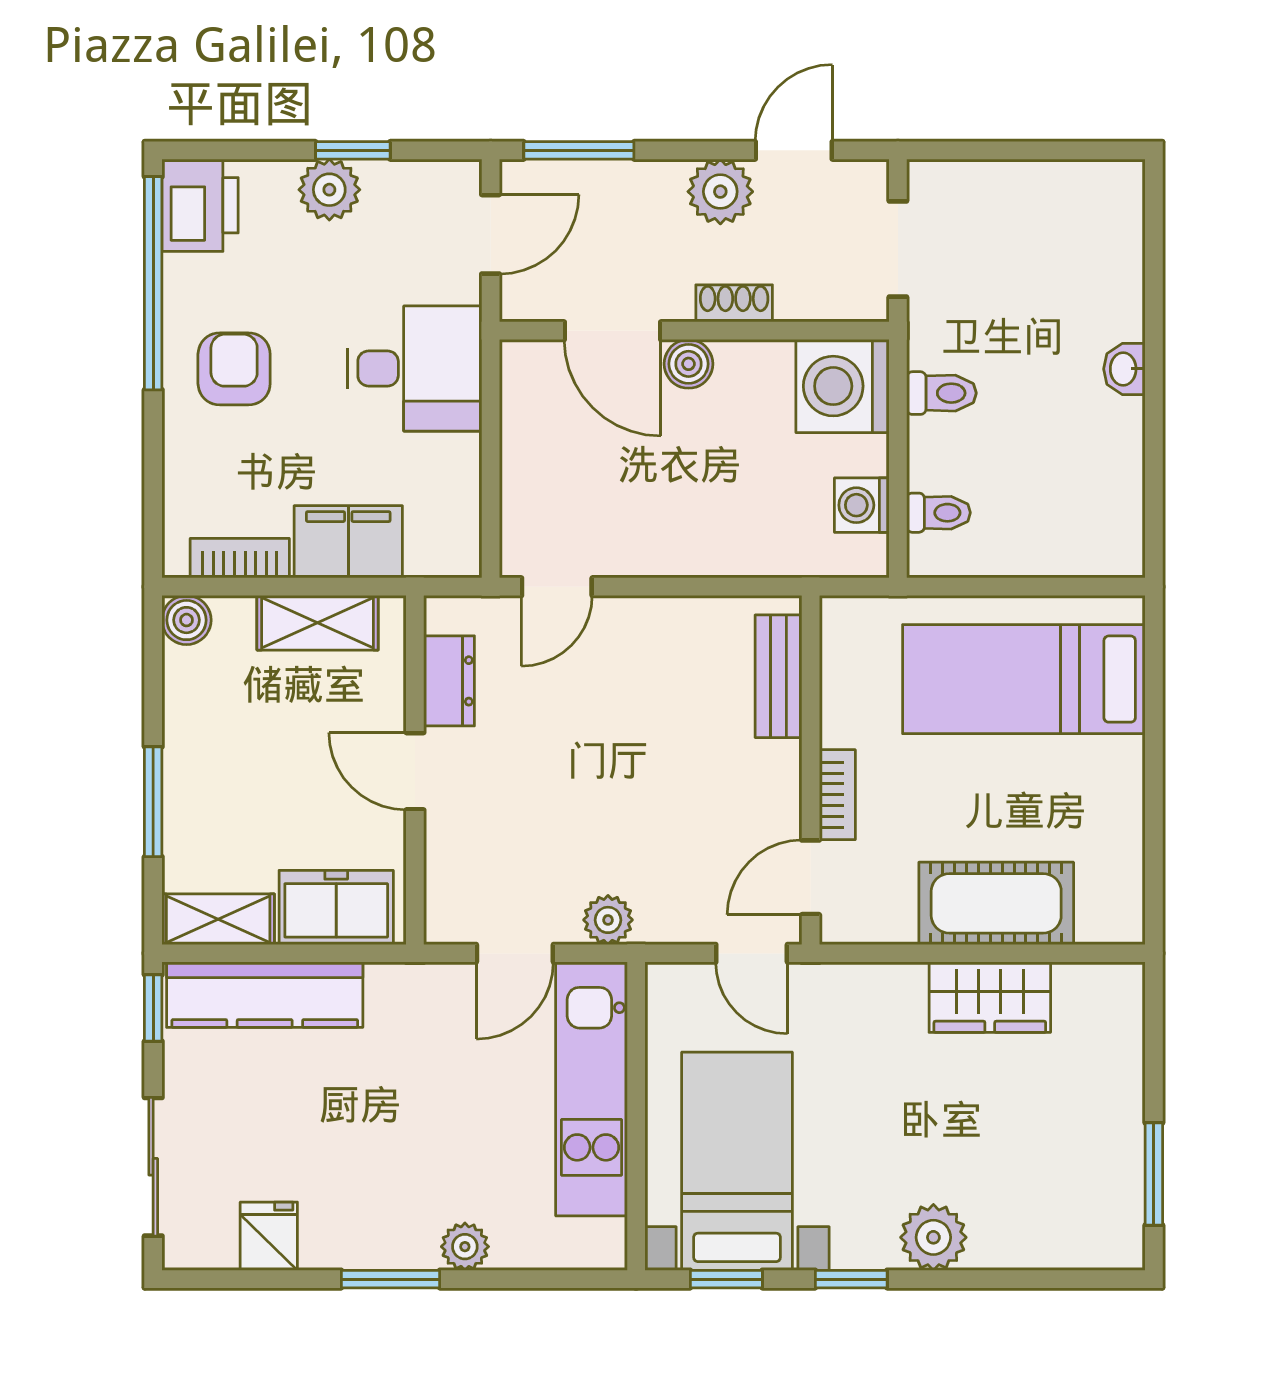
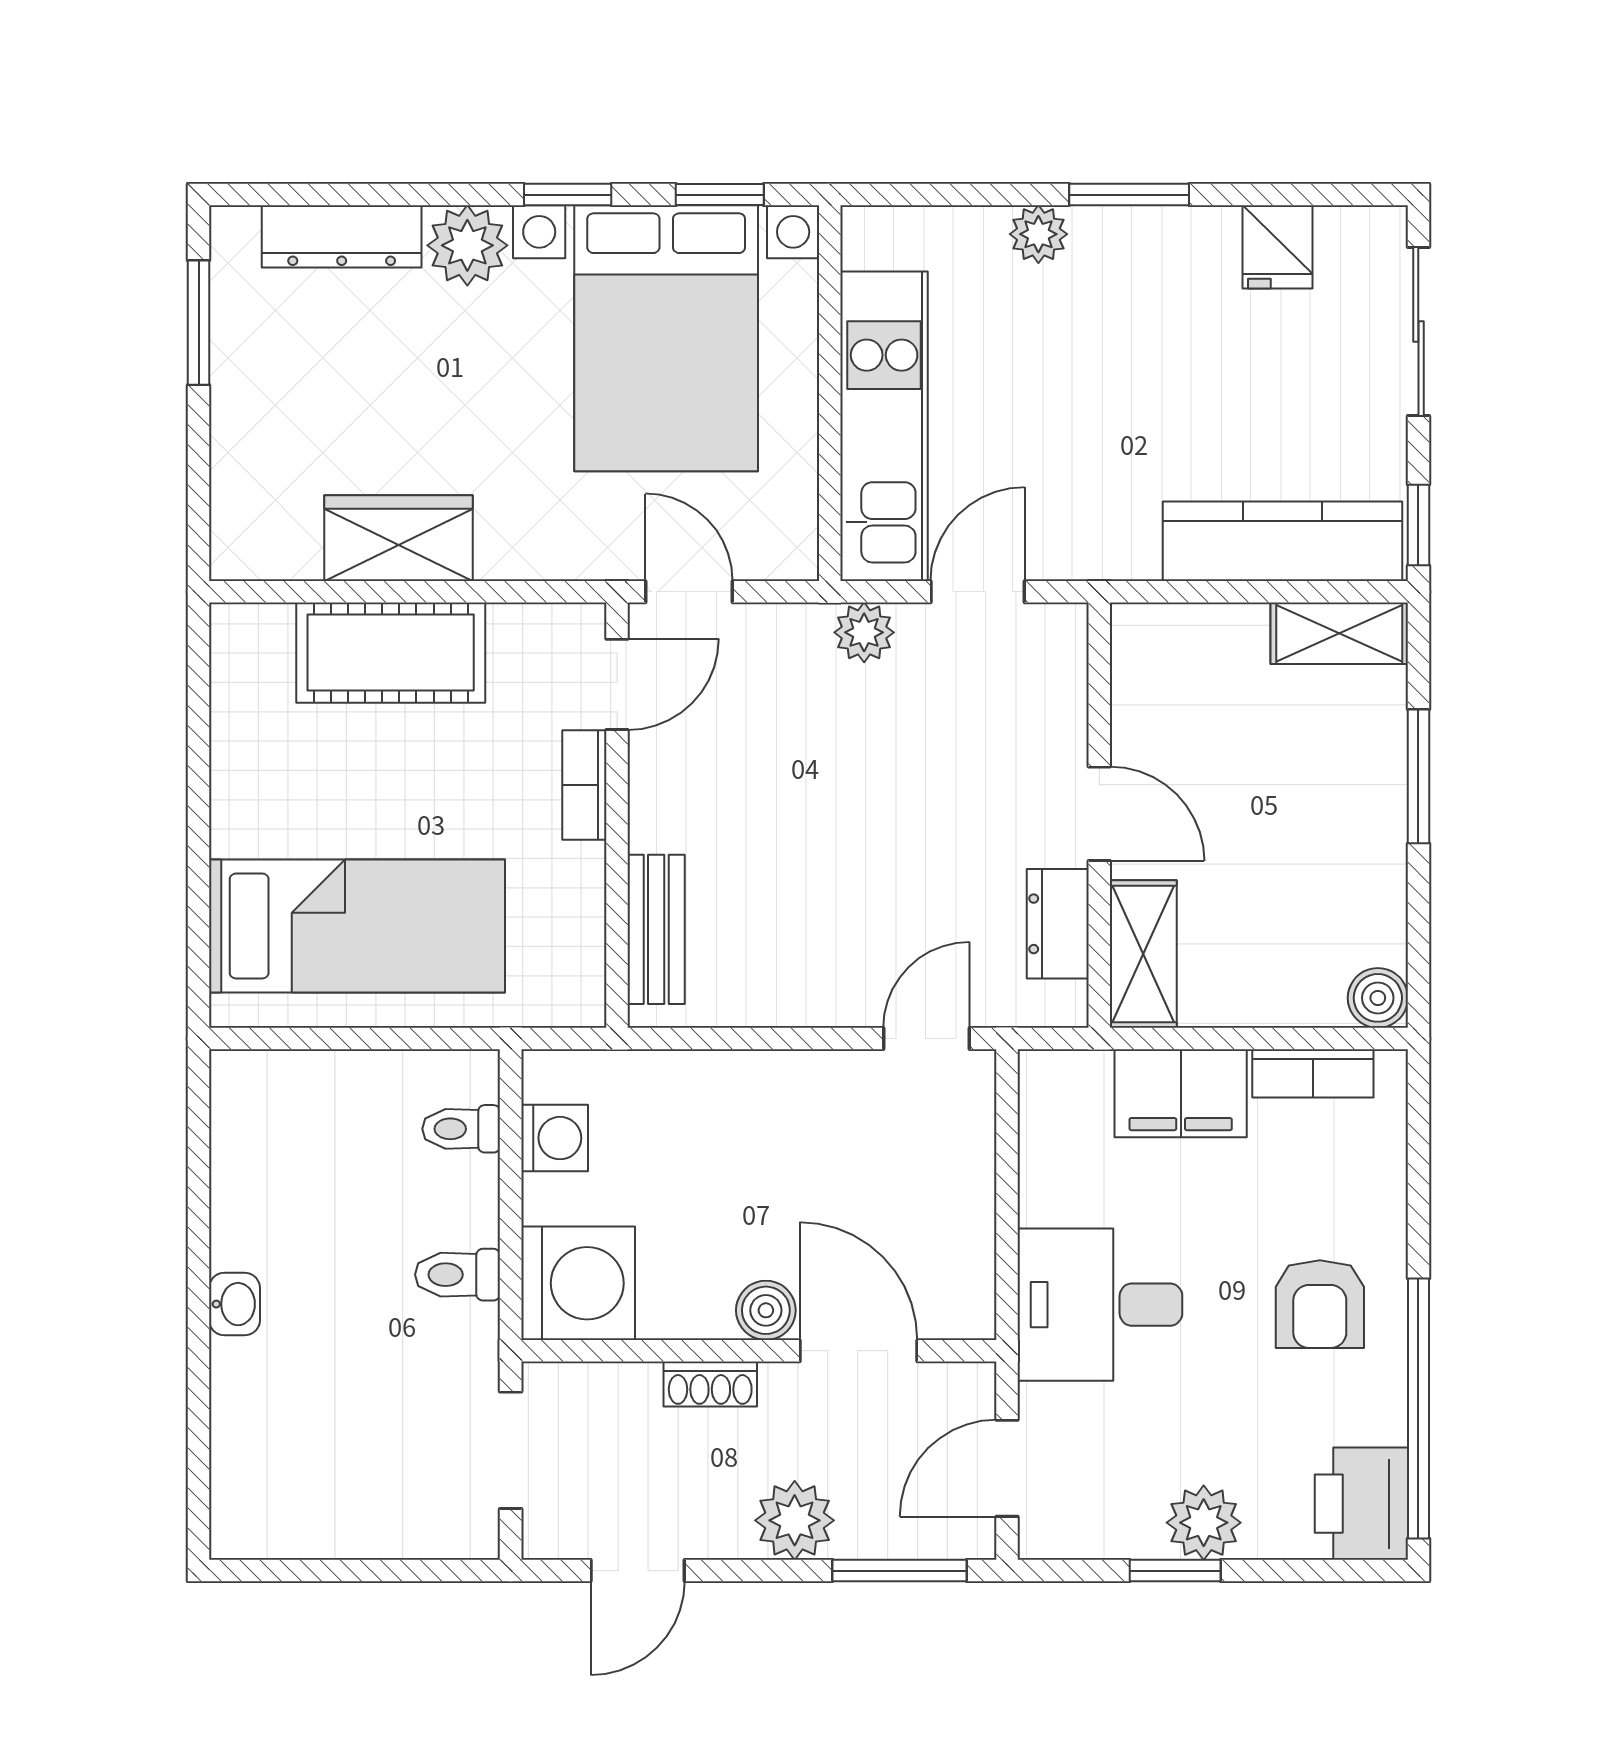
plant: (720, 192) -> (795, 1520), moved
shelving: (318, 623) -> (1143, 954), moved, turned 90
freezer: (336, 907) -> (1195, 648), removed
bed with nightstands: (737, 1161) -> (666, 338), width x1.36
dresser: (1036, 1245) -> (342, 236), added

